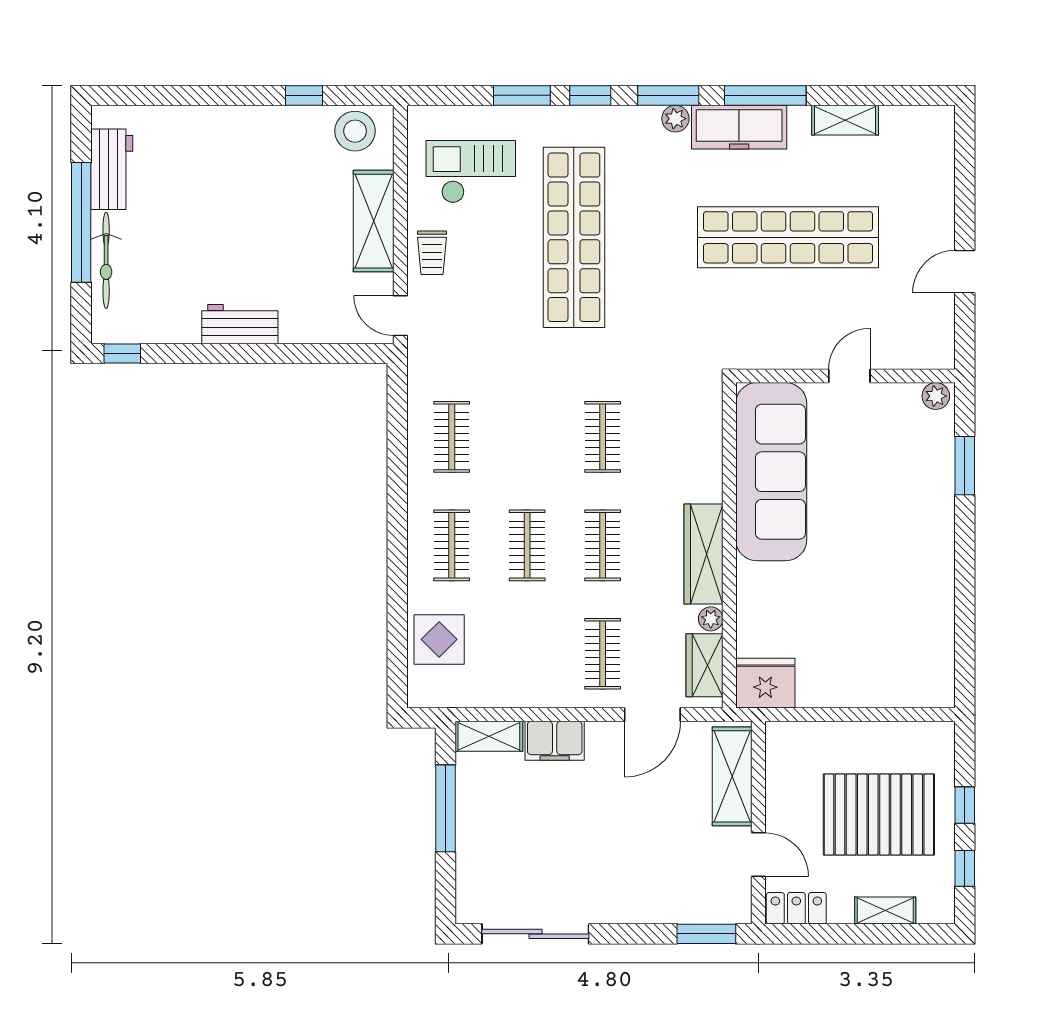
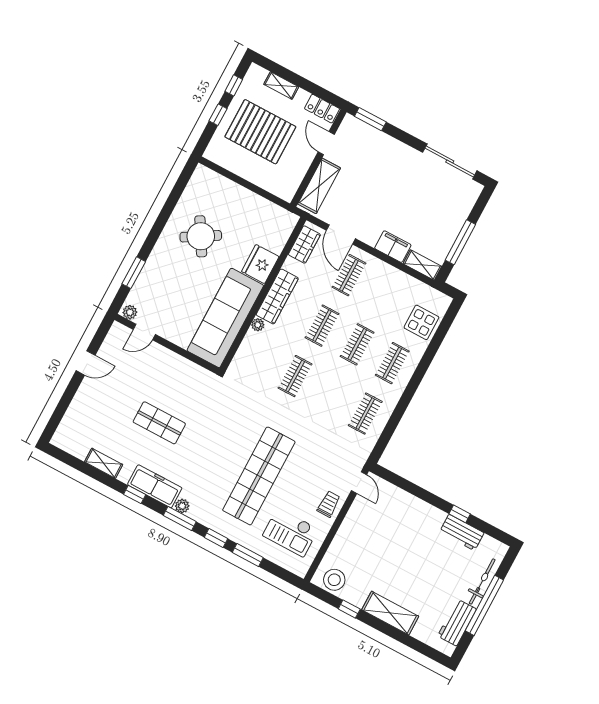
window: (765, 95) -> (135, 494), width x0.46
shelving: (374, 221) -> (390, 613), moved, turned 90
shop shelf: (788, 237) -> (159, 423), width x0.50, depth x0.74
workbench: (240, 324) -> (462, 532), moved
window: (122, 353) -> (460, 514), moved
door: (849, 376) -> (144, 332), moved
round table: (885, 586) -> (201, 236), added
plant: (711, 619) -> (258, 325), moved
fridge: (765, 683) -> (260, 264), moved, turned 90
door: (652, 715) -> (341, 234), swing flipped

